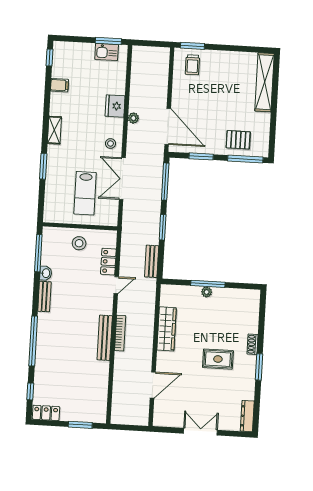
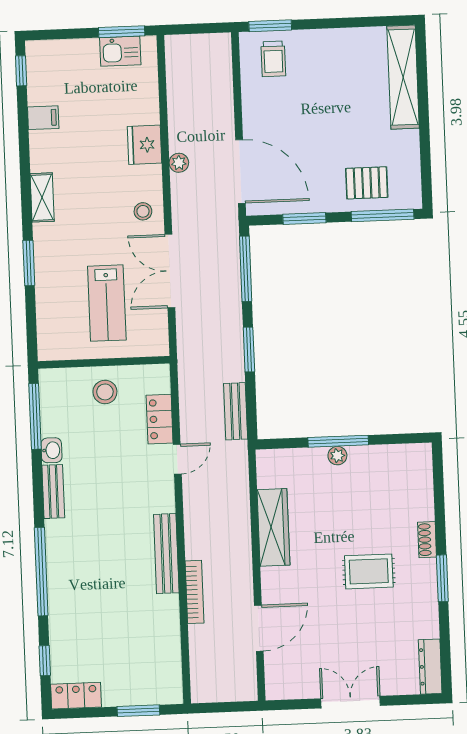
bookcase: (120, 333) -> (194, 592), moved

